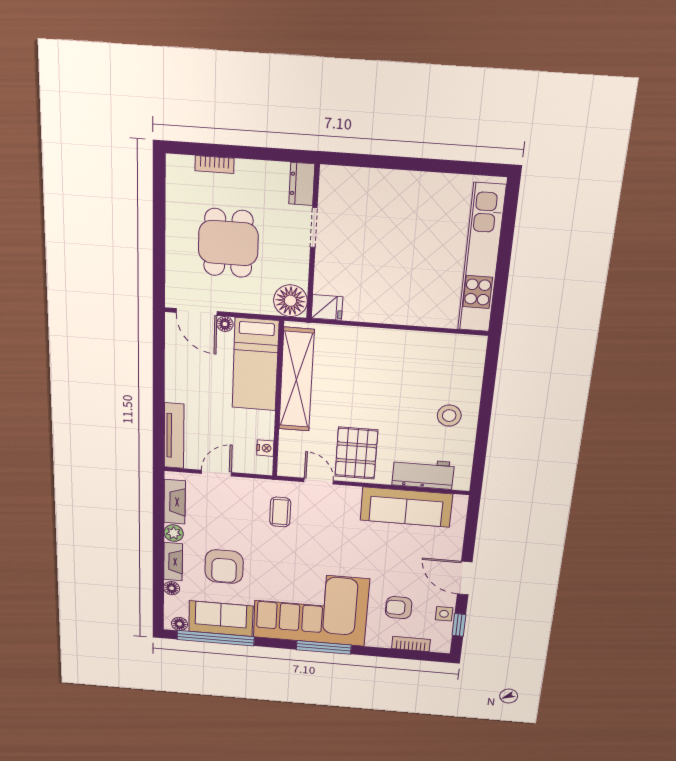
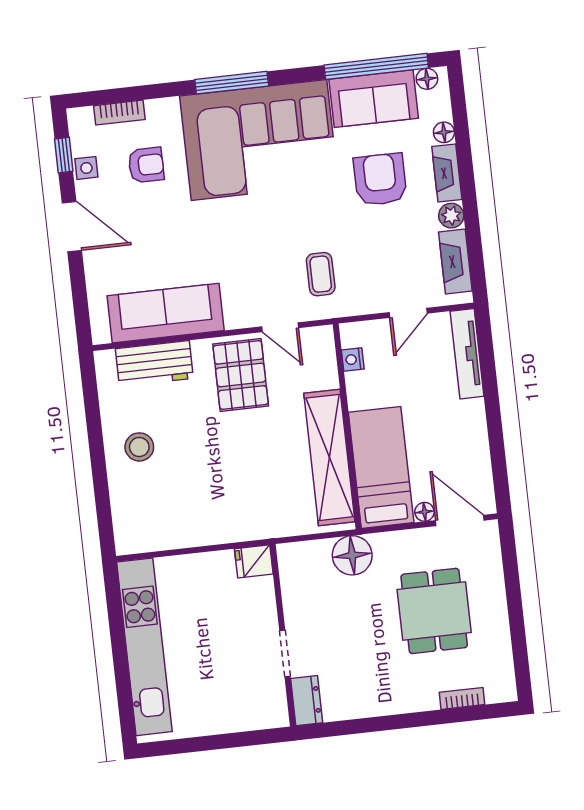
dresser: (302, 184) -> (307, 701), moved
doorway: (314, 228) -> (285, 653), moved
wall: (313, 243) -> (283, 635), moved
fridge: (327, 307) -> (254, 561), moved

